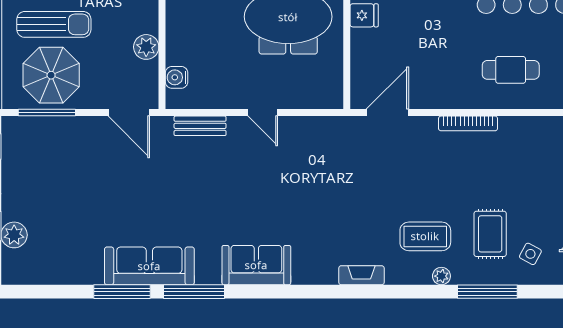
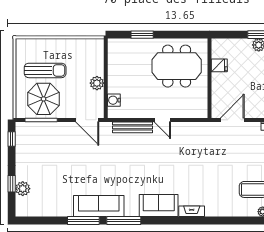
bench: (200, 126) -> (132, 127), width x1.36
fireplace: (361, 275) -> (192, 211), moved

